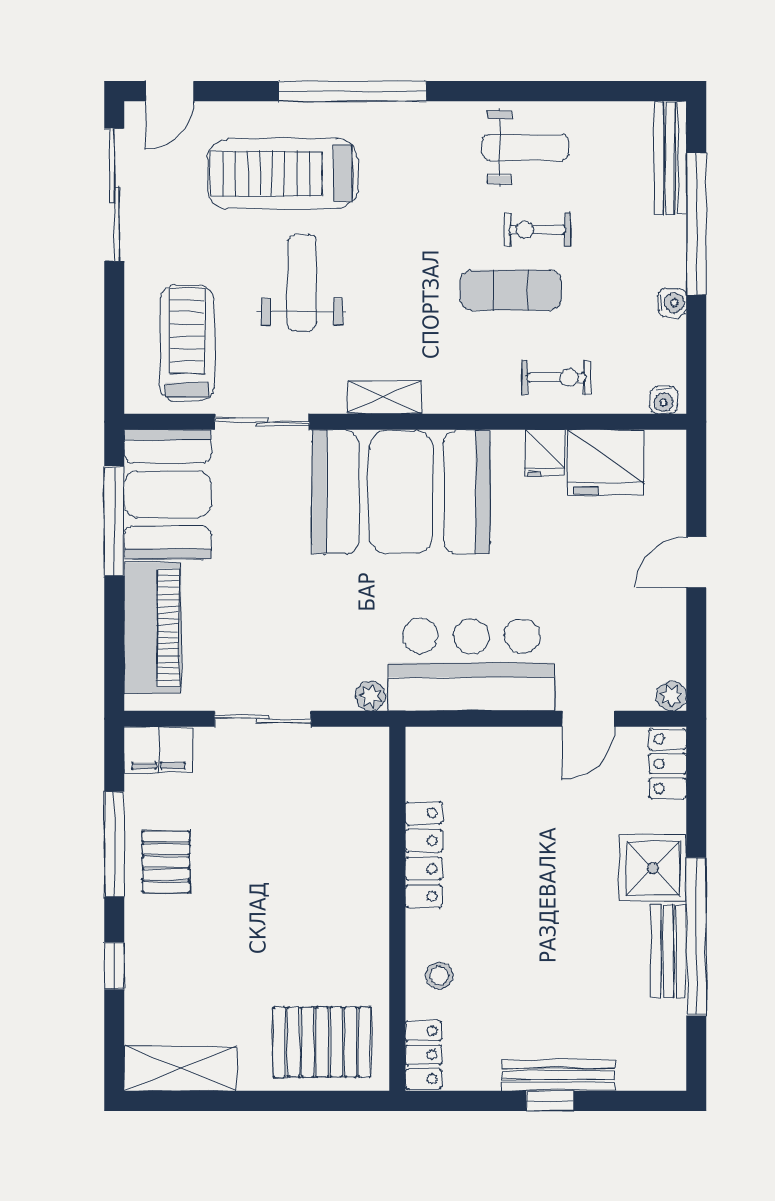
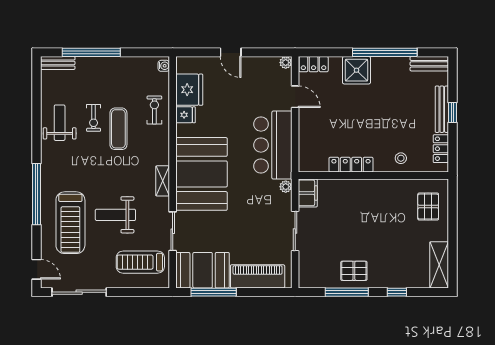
bench: (671, 158) -> (58, 63), width x0.73
water cooler: (672, 303) -> (124, 62), removed
filing cabinet: (159, 750) -> (308, 193), moved
bench: (669, 951) -> (429, 64), moved
pallet: (322, 1042) -> (428, 207), width x0.67, depth x0.71
locker: (424, 1055) -> (441, 149), moved, turned -90

